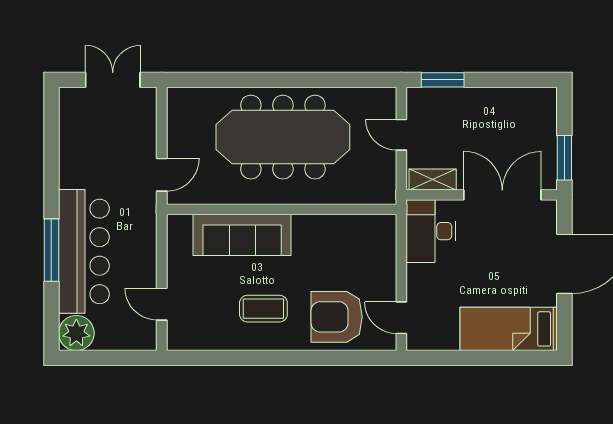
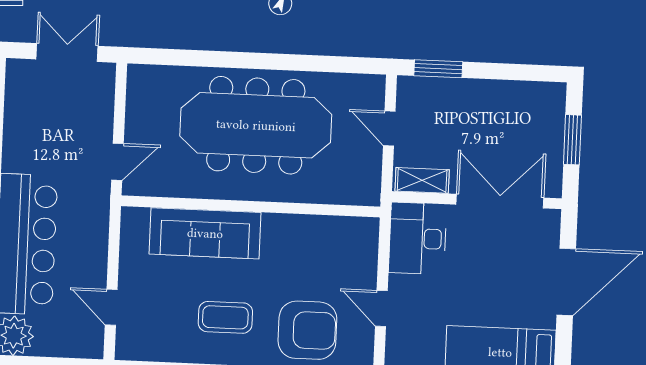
window: (564, 158) -> (572, 140), moved
armchair: (337, 317) -> (307, 330), turned 180
door: (401, 318) -> (381, 308), moved

